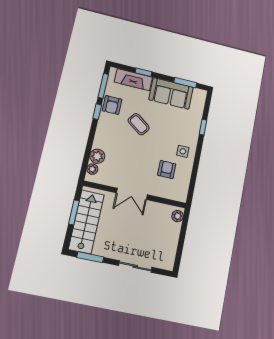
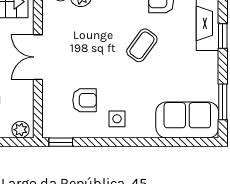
sofa: (171, 93) -> (187, 120), moved, turned 90
window: (203, 127) -> (61, 142), moved

